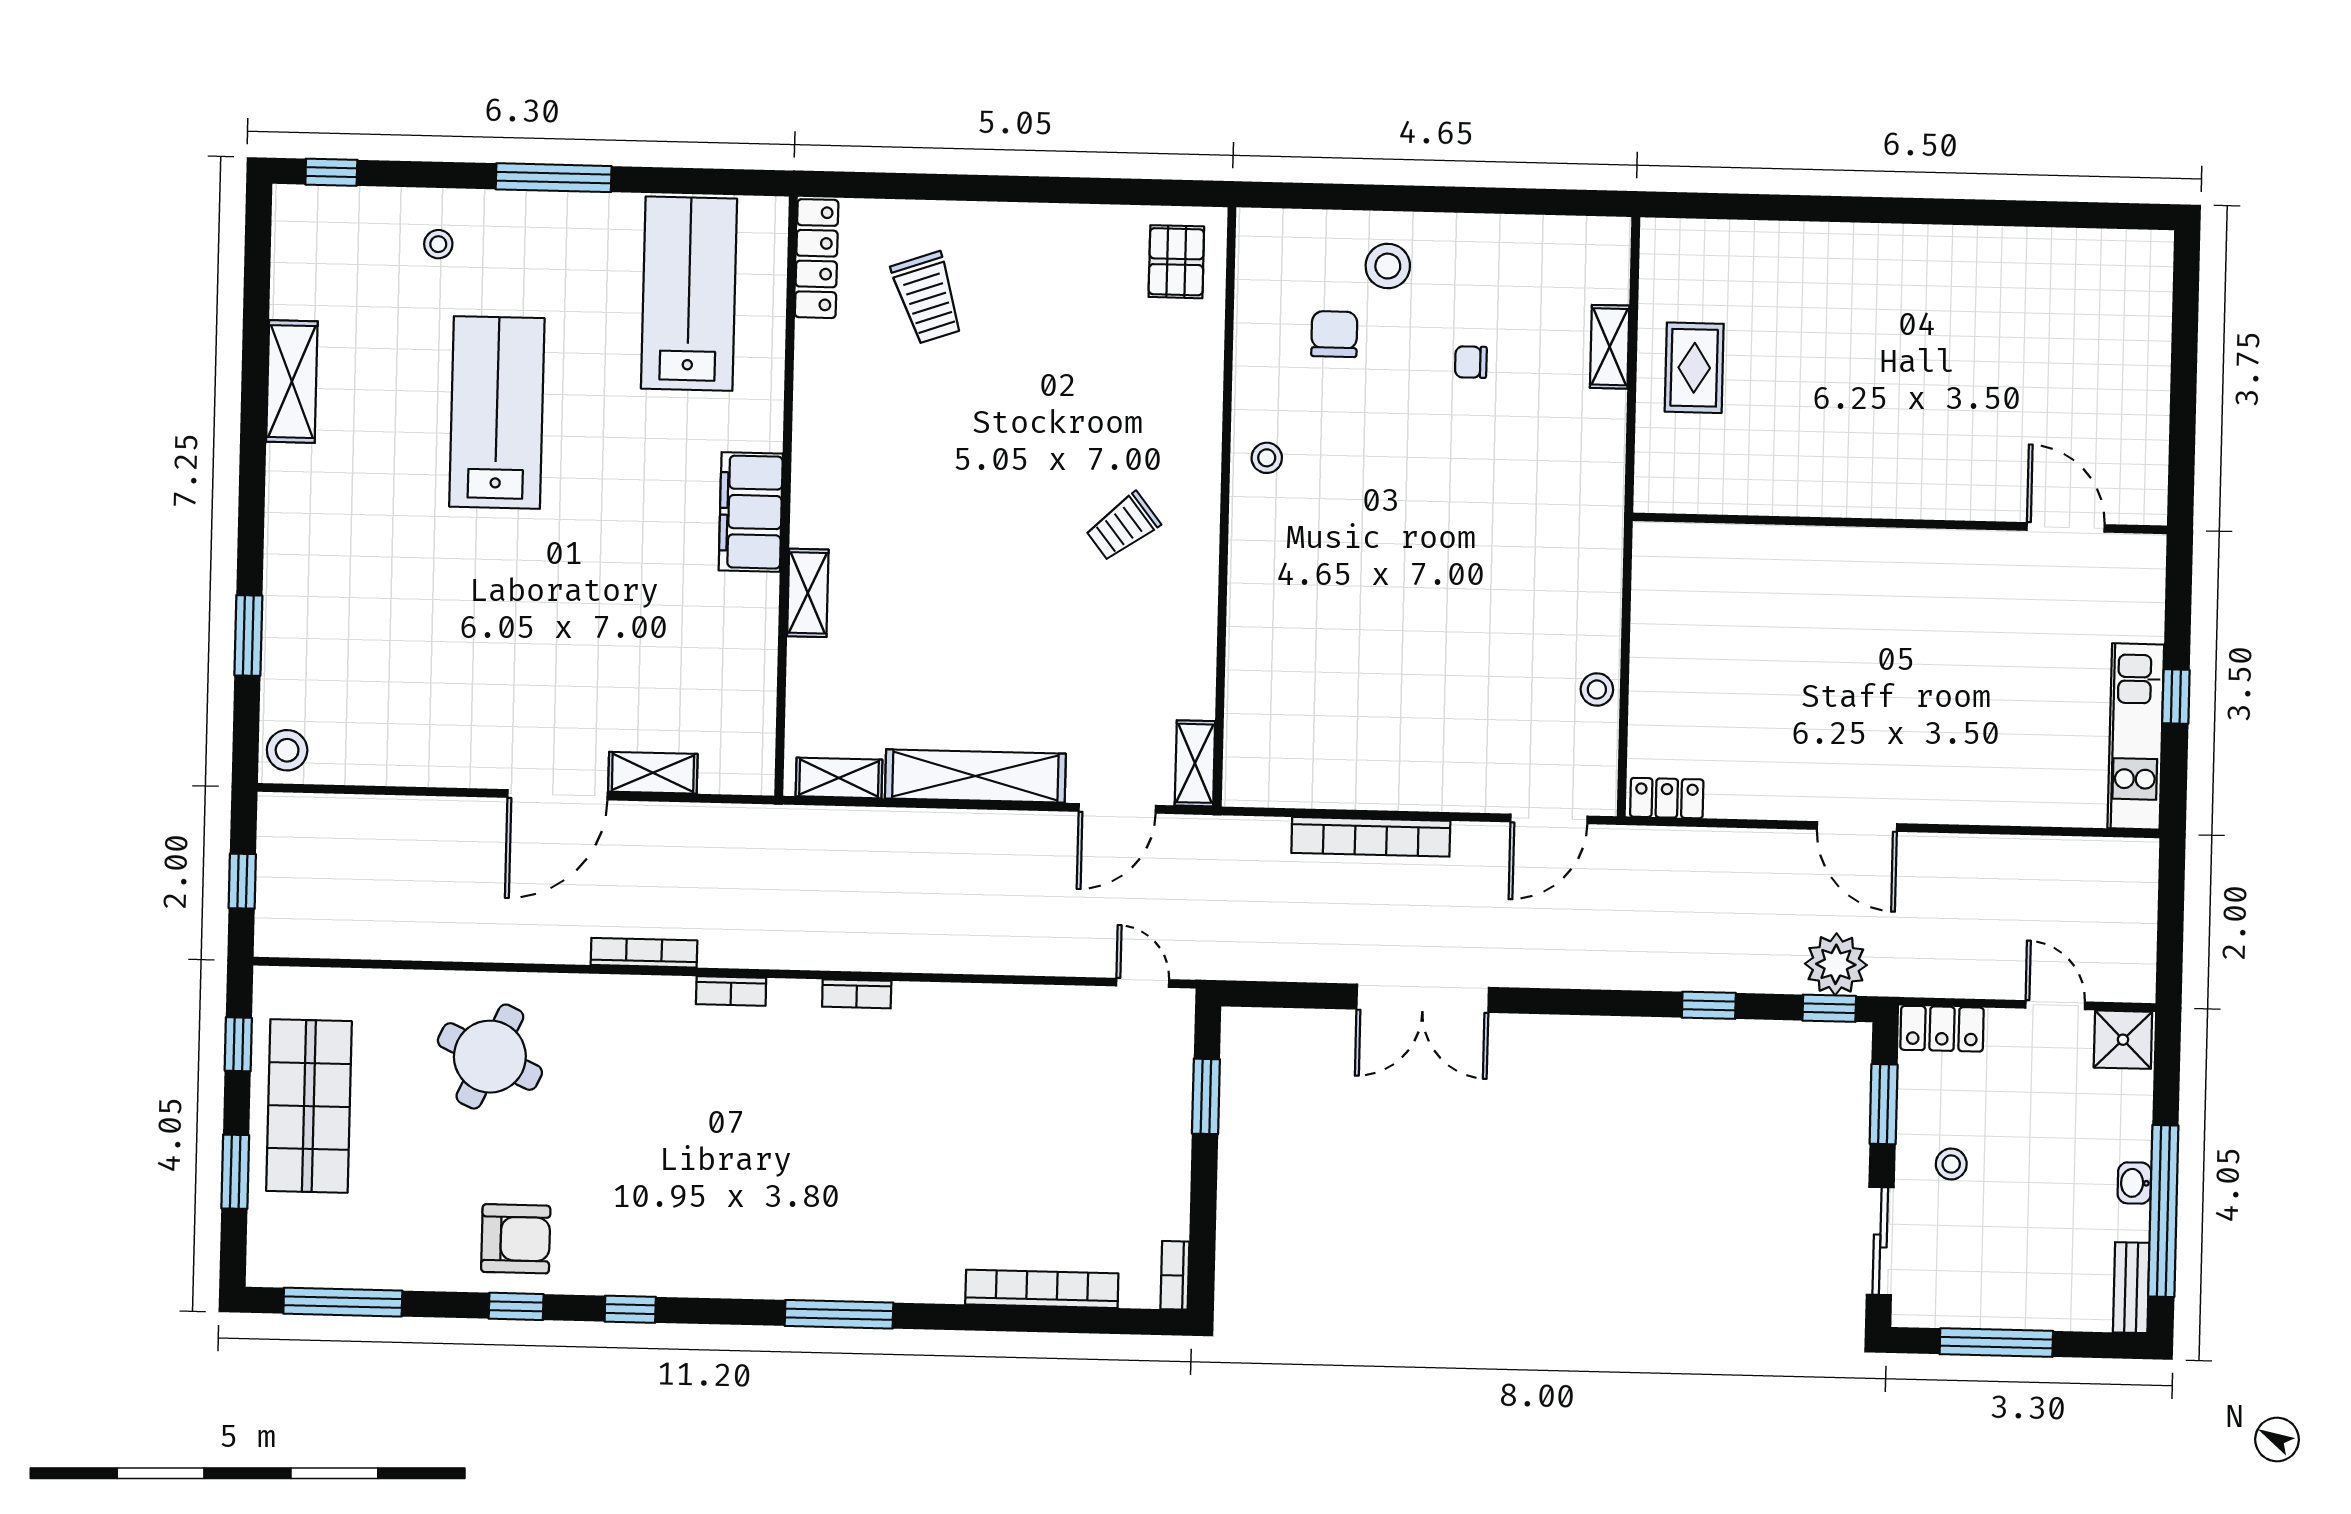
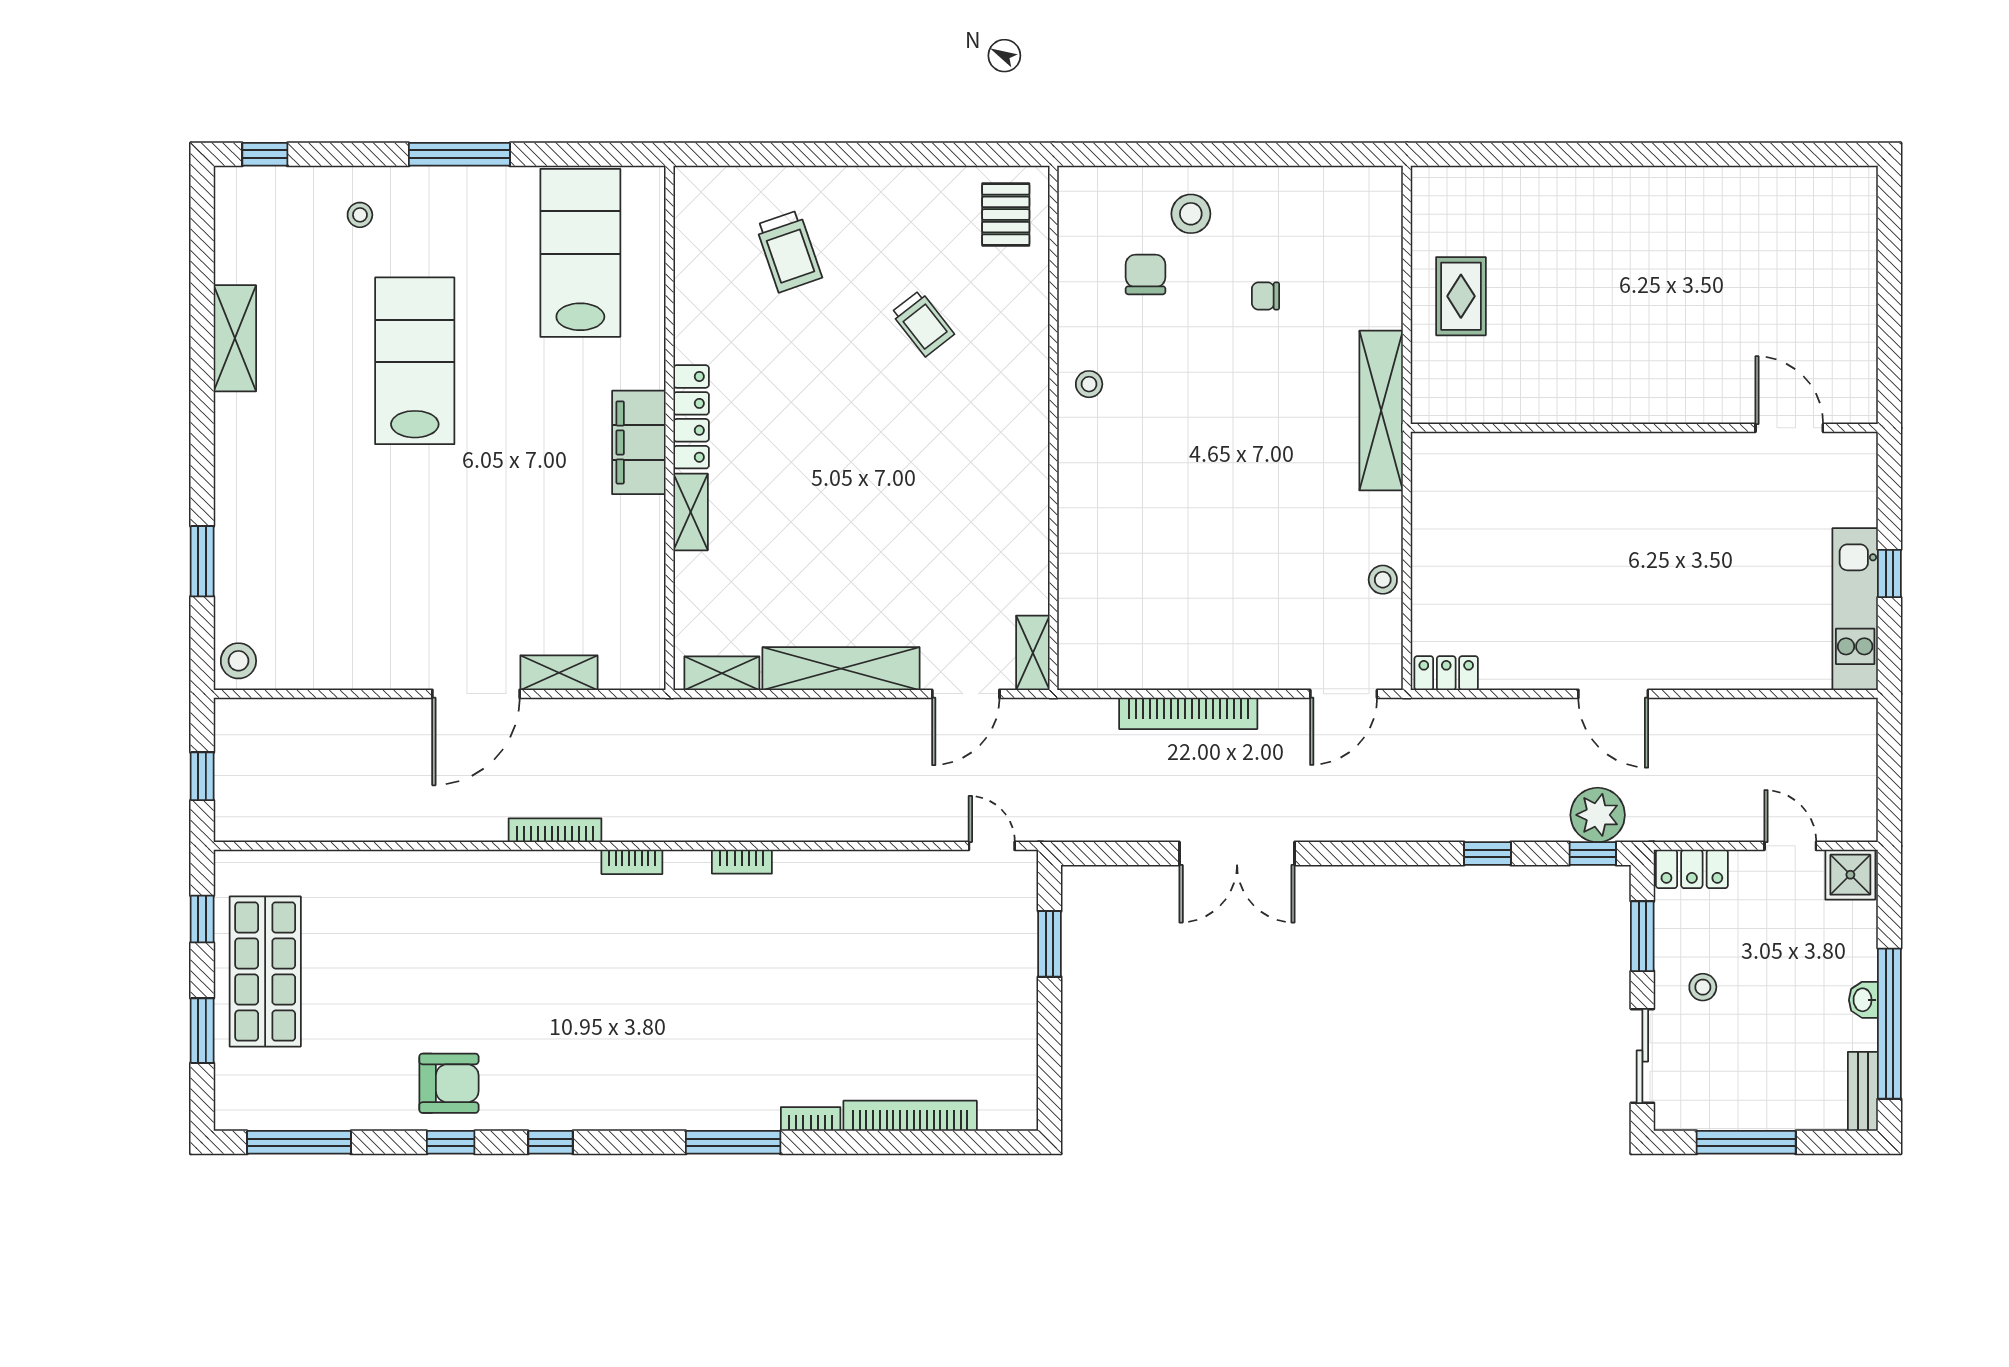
locker: (817, 259) -> (691, 417), moved
shelving: (1610, 347) -> (1381, 411), moved, width x2.20, depth x1.33
trolley: (1123, 527) -> (923, 323), moved, turned -90
round table: (490, 1057) -> (422, 924), removed
bookcase: (1175, 1275) -> (811, 1119), moved, turned 90

